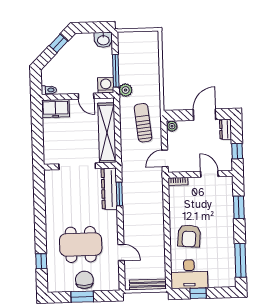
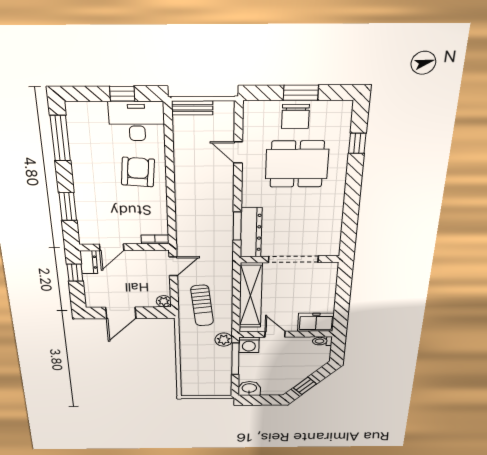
dresser: (226, 129) -> (89, 262), moved
door: (209, 174) -> (112, 247), hinge flipped
bench: (148, 284) -> (192, 108), width x0.73

